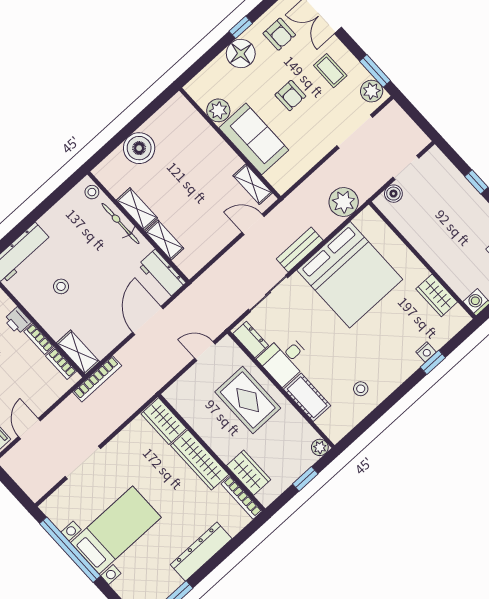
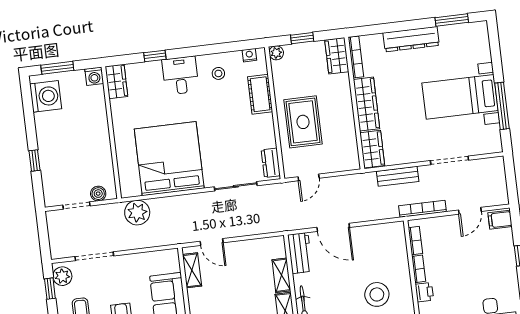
window: (375, 71) -> (50, 289), width x0.67
bench: (300, 250) -> (398, 176), moved
stool: (61, 286) -> (377, 294), width x1.89, depth x1.89
wardrobe: (437, 295) -> (116, 81), moved
door: (148, 320) -> (333, 227), hinge flipped
door: (205, 351) -> (309, 177), hinge flipped
shelving: (78, 352) -> (398, 240), removed
nightstand: (426, 352) -> (249, 55), moved
desk: (285, 359) -> (180, 75), moved, turned -90
bookcase: (97, 379) -> (423, 209), moved
wardrobe: (249, 473) -> (337, 56), moved
window: (70, 550) -> (502, 106), width x0.68

